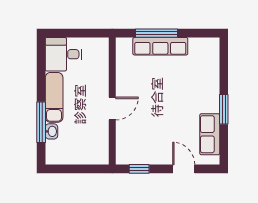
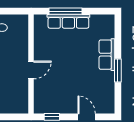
row of seats: (210, 134) -> (107, 55), moved

